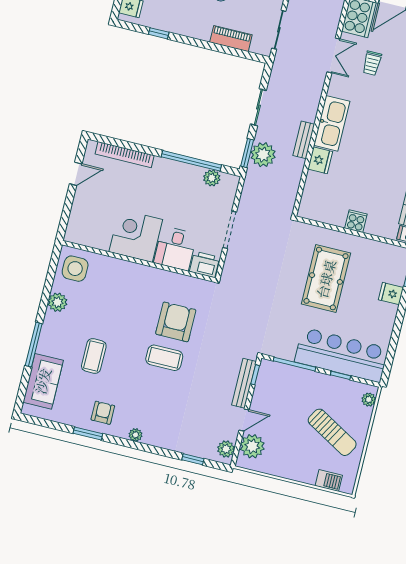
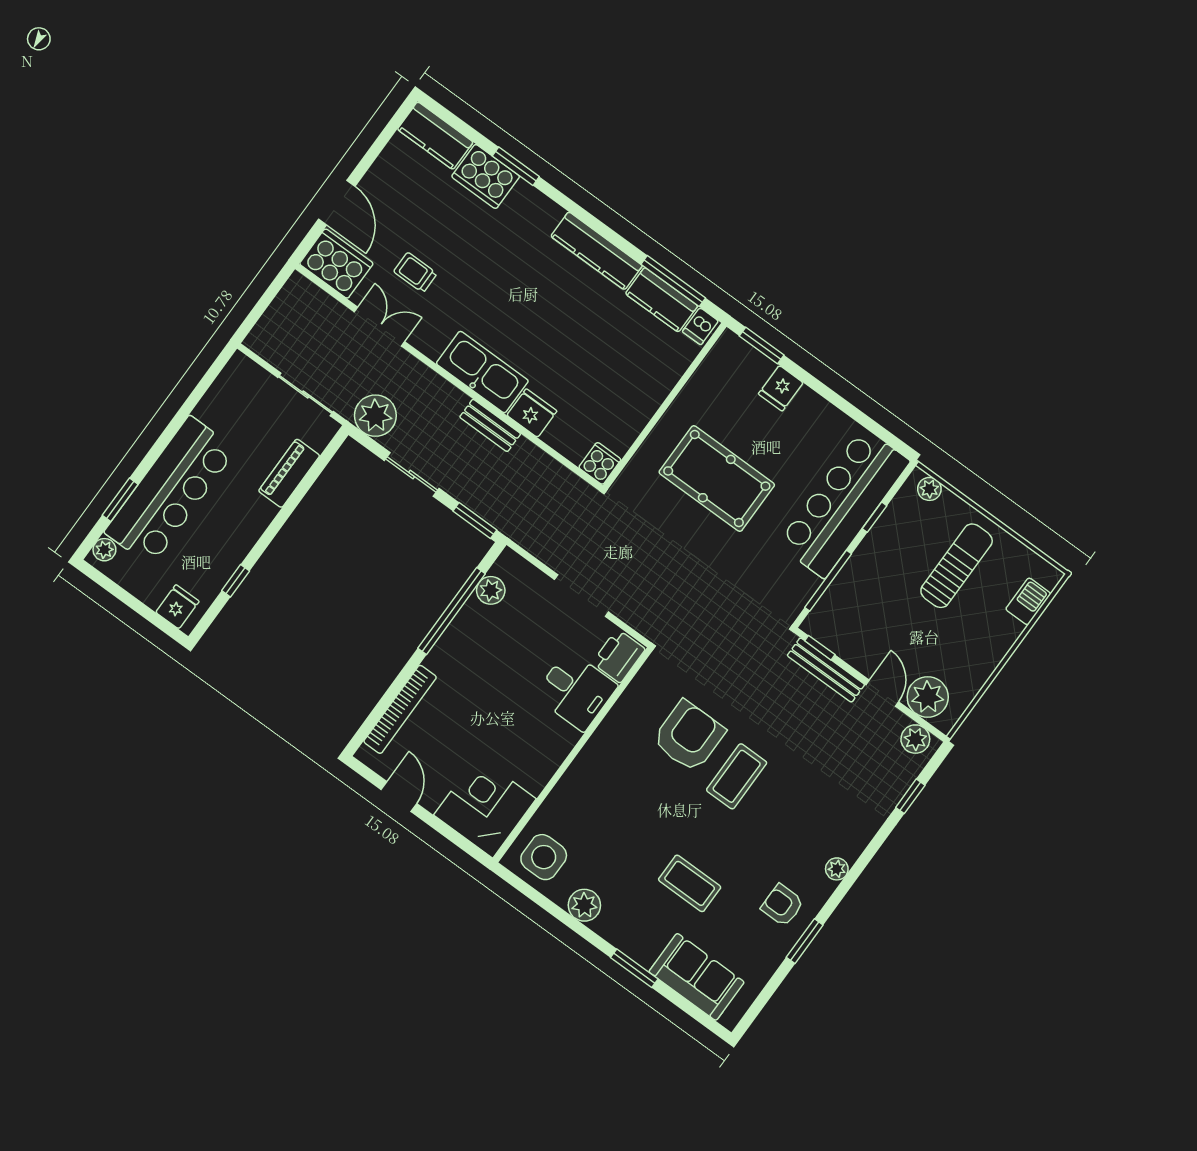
trolley: (372, 63) -> (415, 273), turned 180
plant: (263, 155) -> (375, 416), moved
cooker: (356, 221) -> (600, 463), moved, turned 90
corner desk: (136, 236) -> (485, 807), moved, turned 90
armchair: (176, 322) -> (689, 736), turned 90
window: (34, 345) -> (634, 968), width x0.69
sun lounger: (332, 432) -> (957, 566), turned -30

